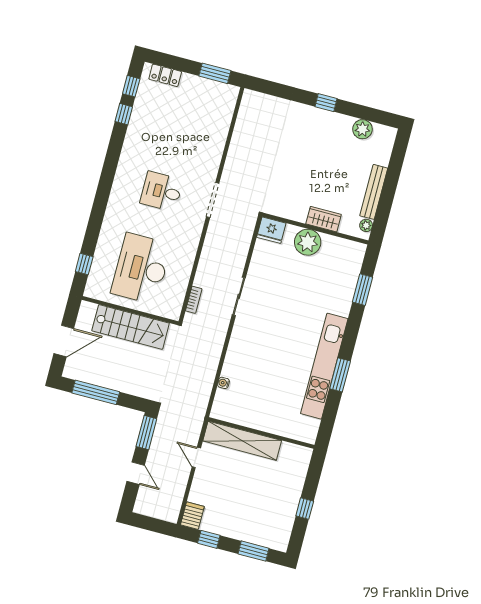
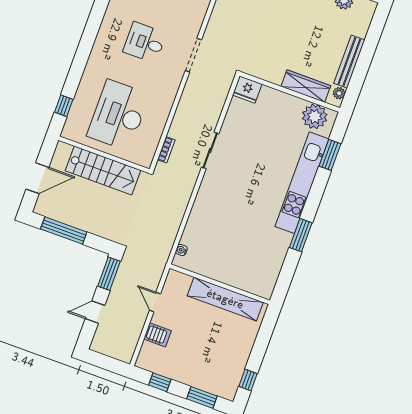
wardrobe: (324, 219) -> (306, 86), width x1.50
plant: (308, 242) -> (315, 116), moved
kitchen unit: (324, 366) -> (302, 183), moved
water cooler: (224, 383) -> (181, 250), moved
shelving: (242, 441) -> (225, 299), moved
door: (136, 473) -> (95, 312), swing flipped
window: (305, 509) -> (248, 380), moved
server rack: (192, 516) -> (157, 335), moved, turned 90

